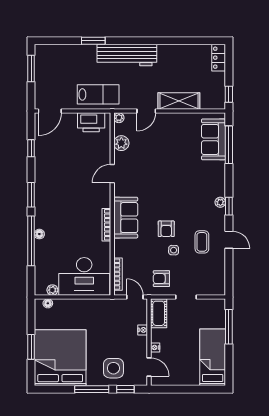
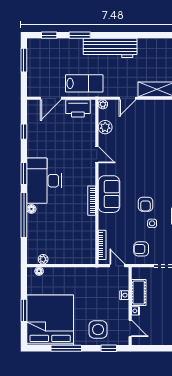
window: (59, 41) -> (49, 35), added
door: (50, 111) -> (51, 98), moved
door: (112, 174) -> (97, 155), swing flipped
desk: (84, 276) -> (44, 181), moved, turned 90
cot: (159, 313) -> (139, 293), moved
window: (92, 389) -> (66, 348), moved

